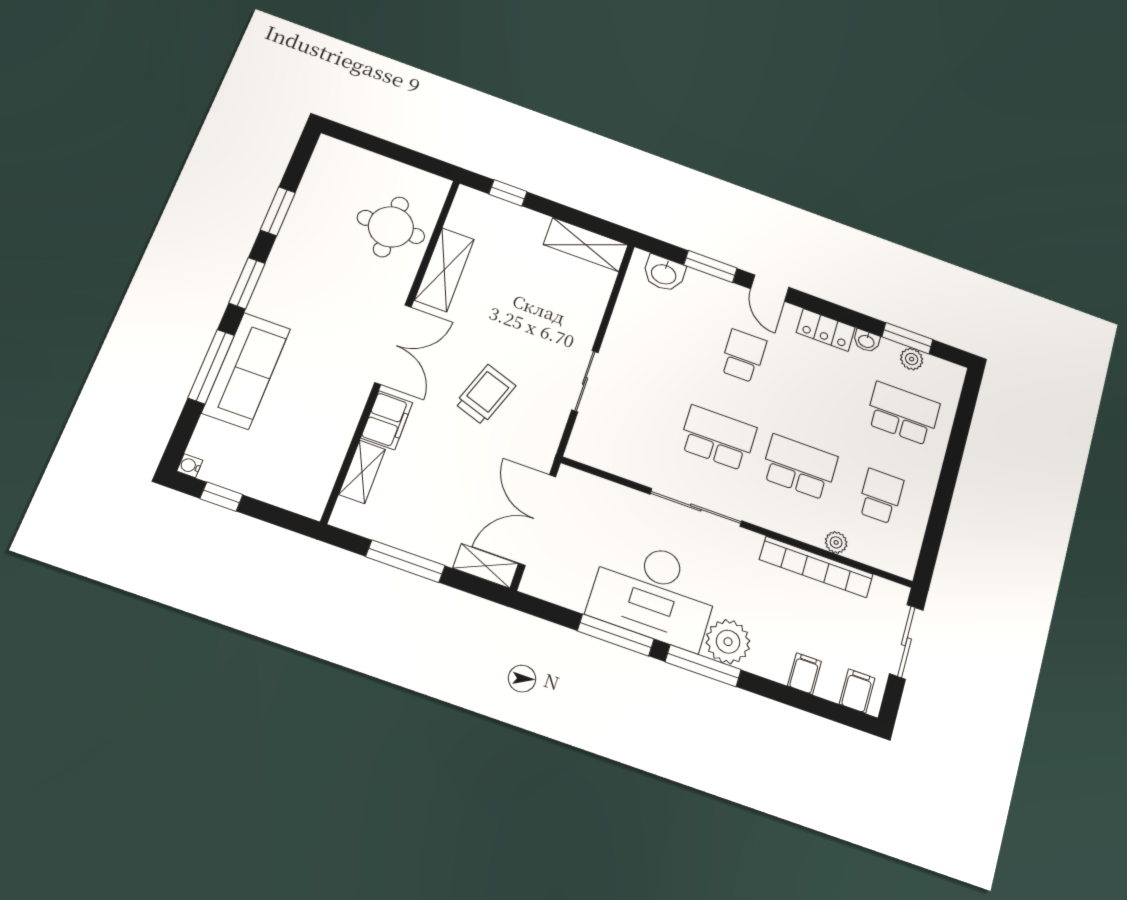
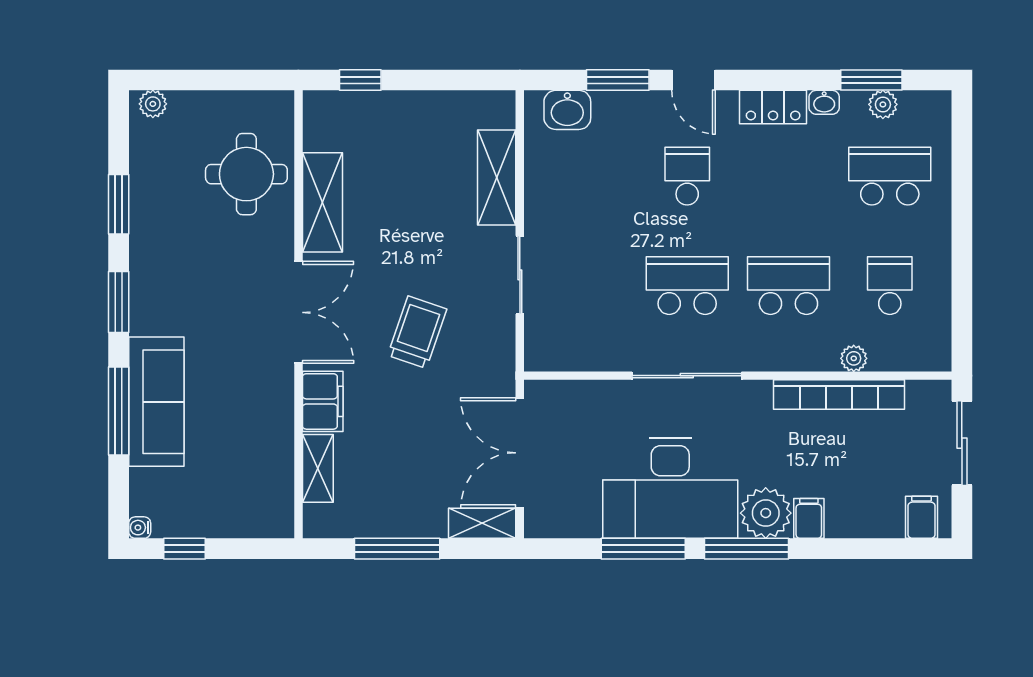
plant: (336, 150) -> (153, 104), added
shelving: (586, 245) -> (497, 178), moved, turned 90
filing cabinet: (804, 674) -> (809, 518), moved

